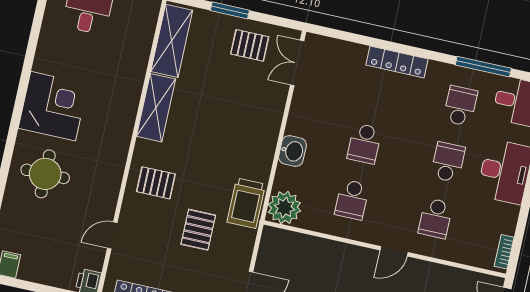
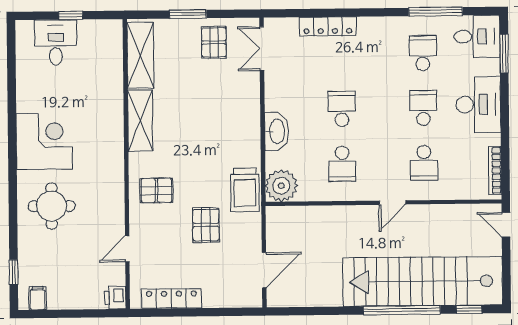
pallet: (250, 45) -> (214, 42), turned 90
locker: (397, 62) -> (328, 26), moved
school desk: (364, 144) -> (342, 109), turned 180
washbasin: (292, 151) -> (276, 131), width x1.38
bookcase: (504, 252) -> (495, 170), width x1.56

